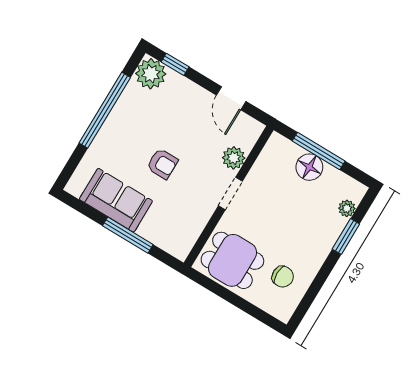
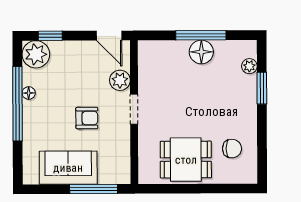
floor lamp: (122, 106) -> (29, 93), added
plant: (234, 158) -> (120, 80), moved
doorway: (230, 194) -> (134, 109), moved
wall: (229, 196) -> (134, 112), moved

